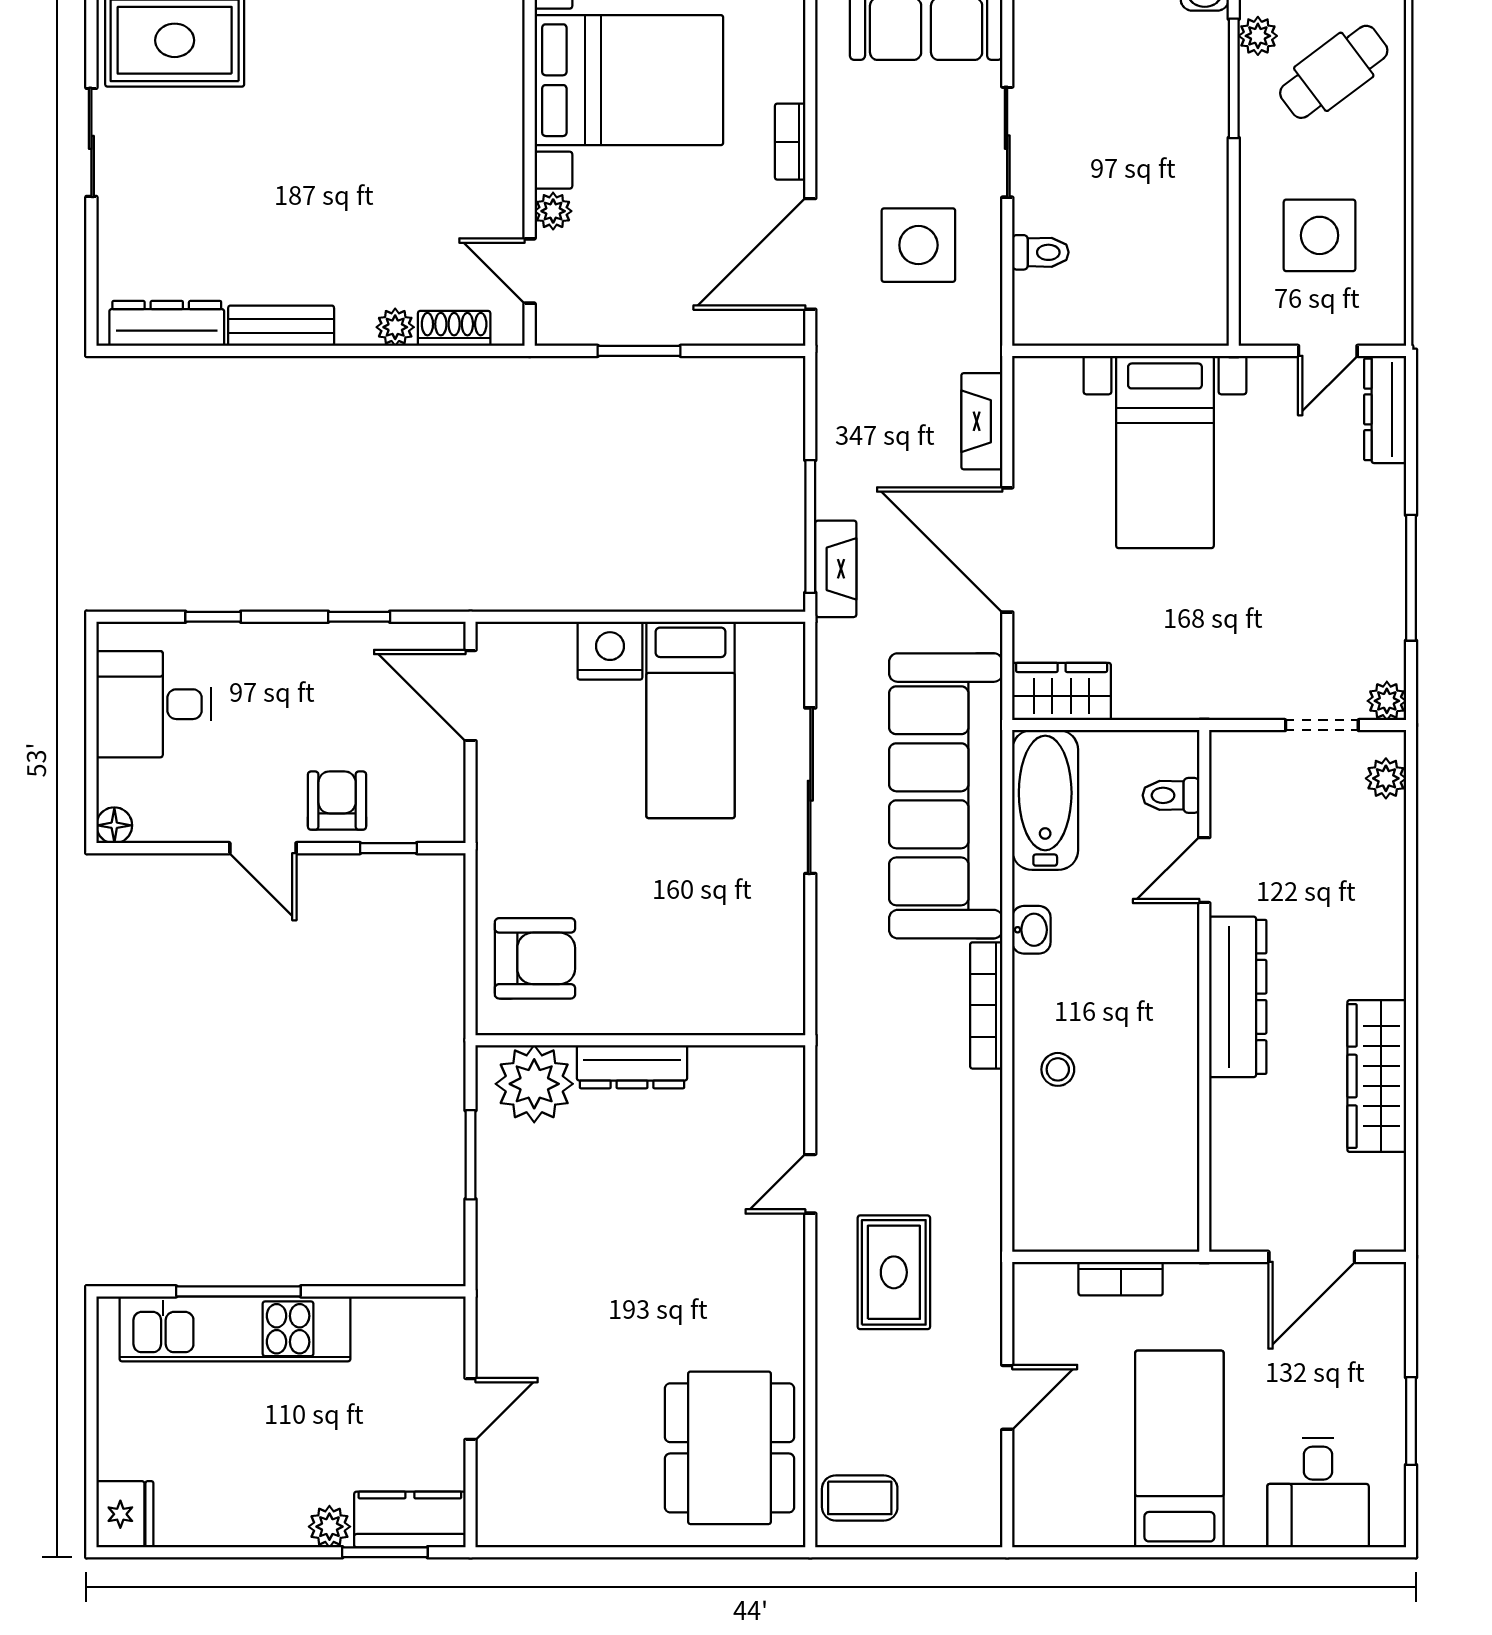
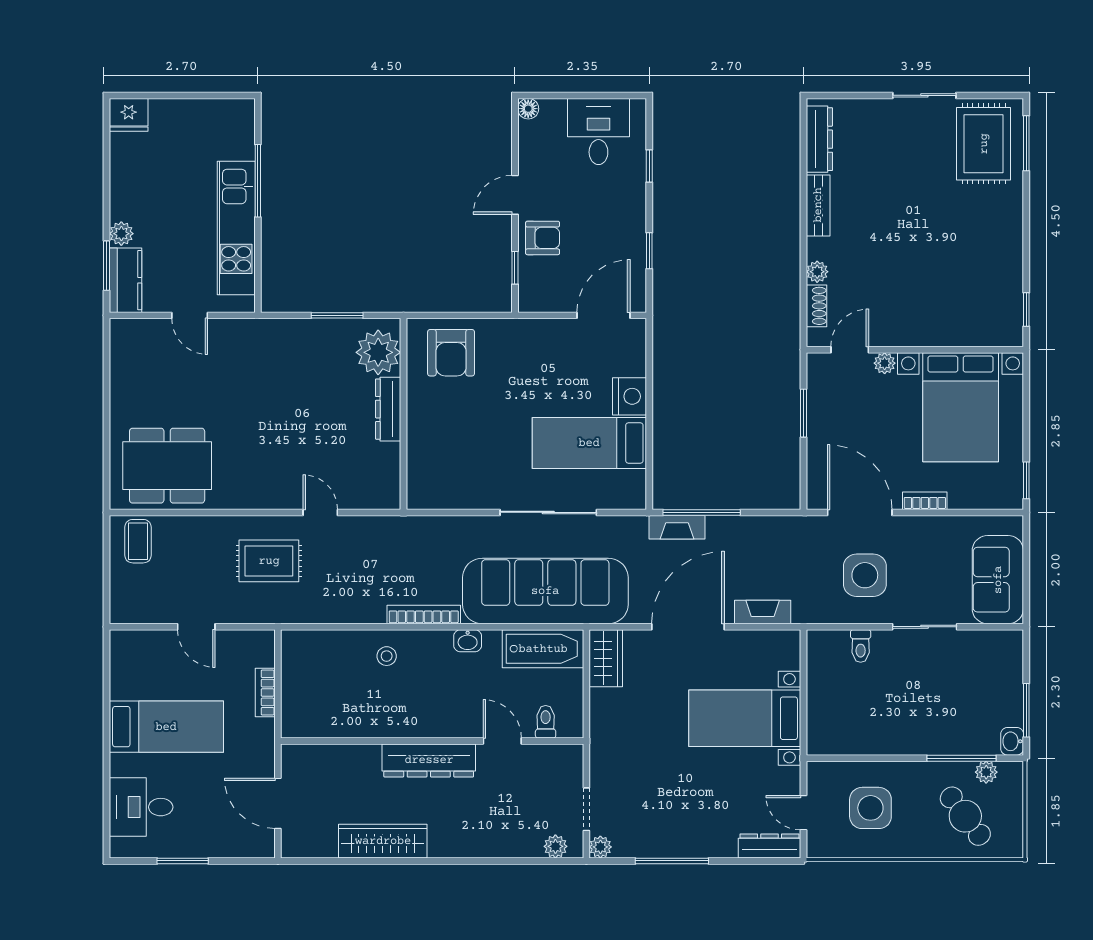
kitchen unit: (235, 1329) -> (236, 228), moved

